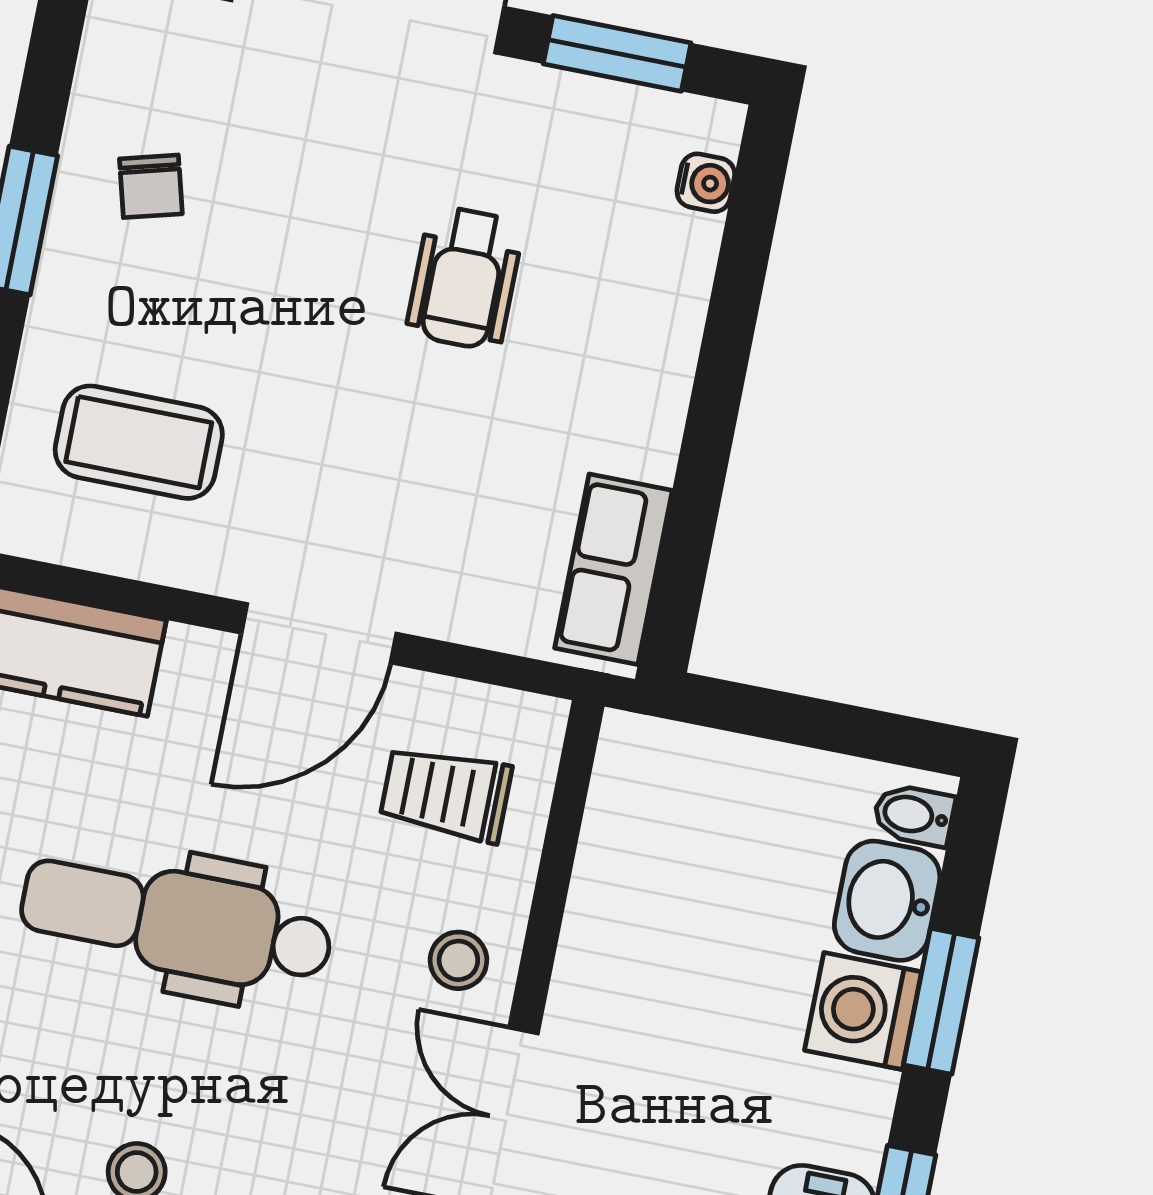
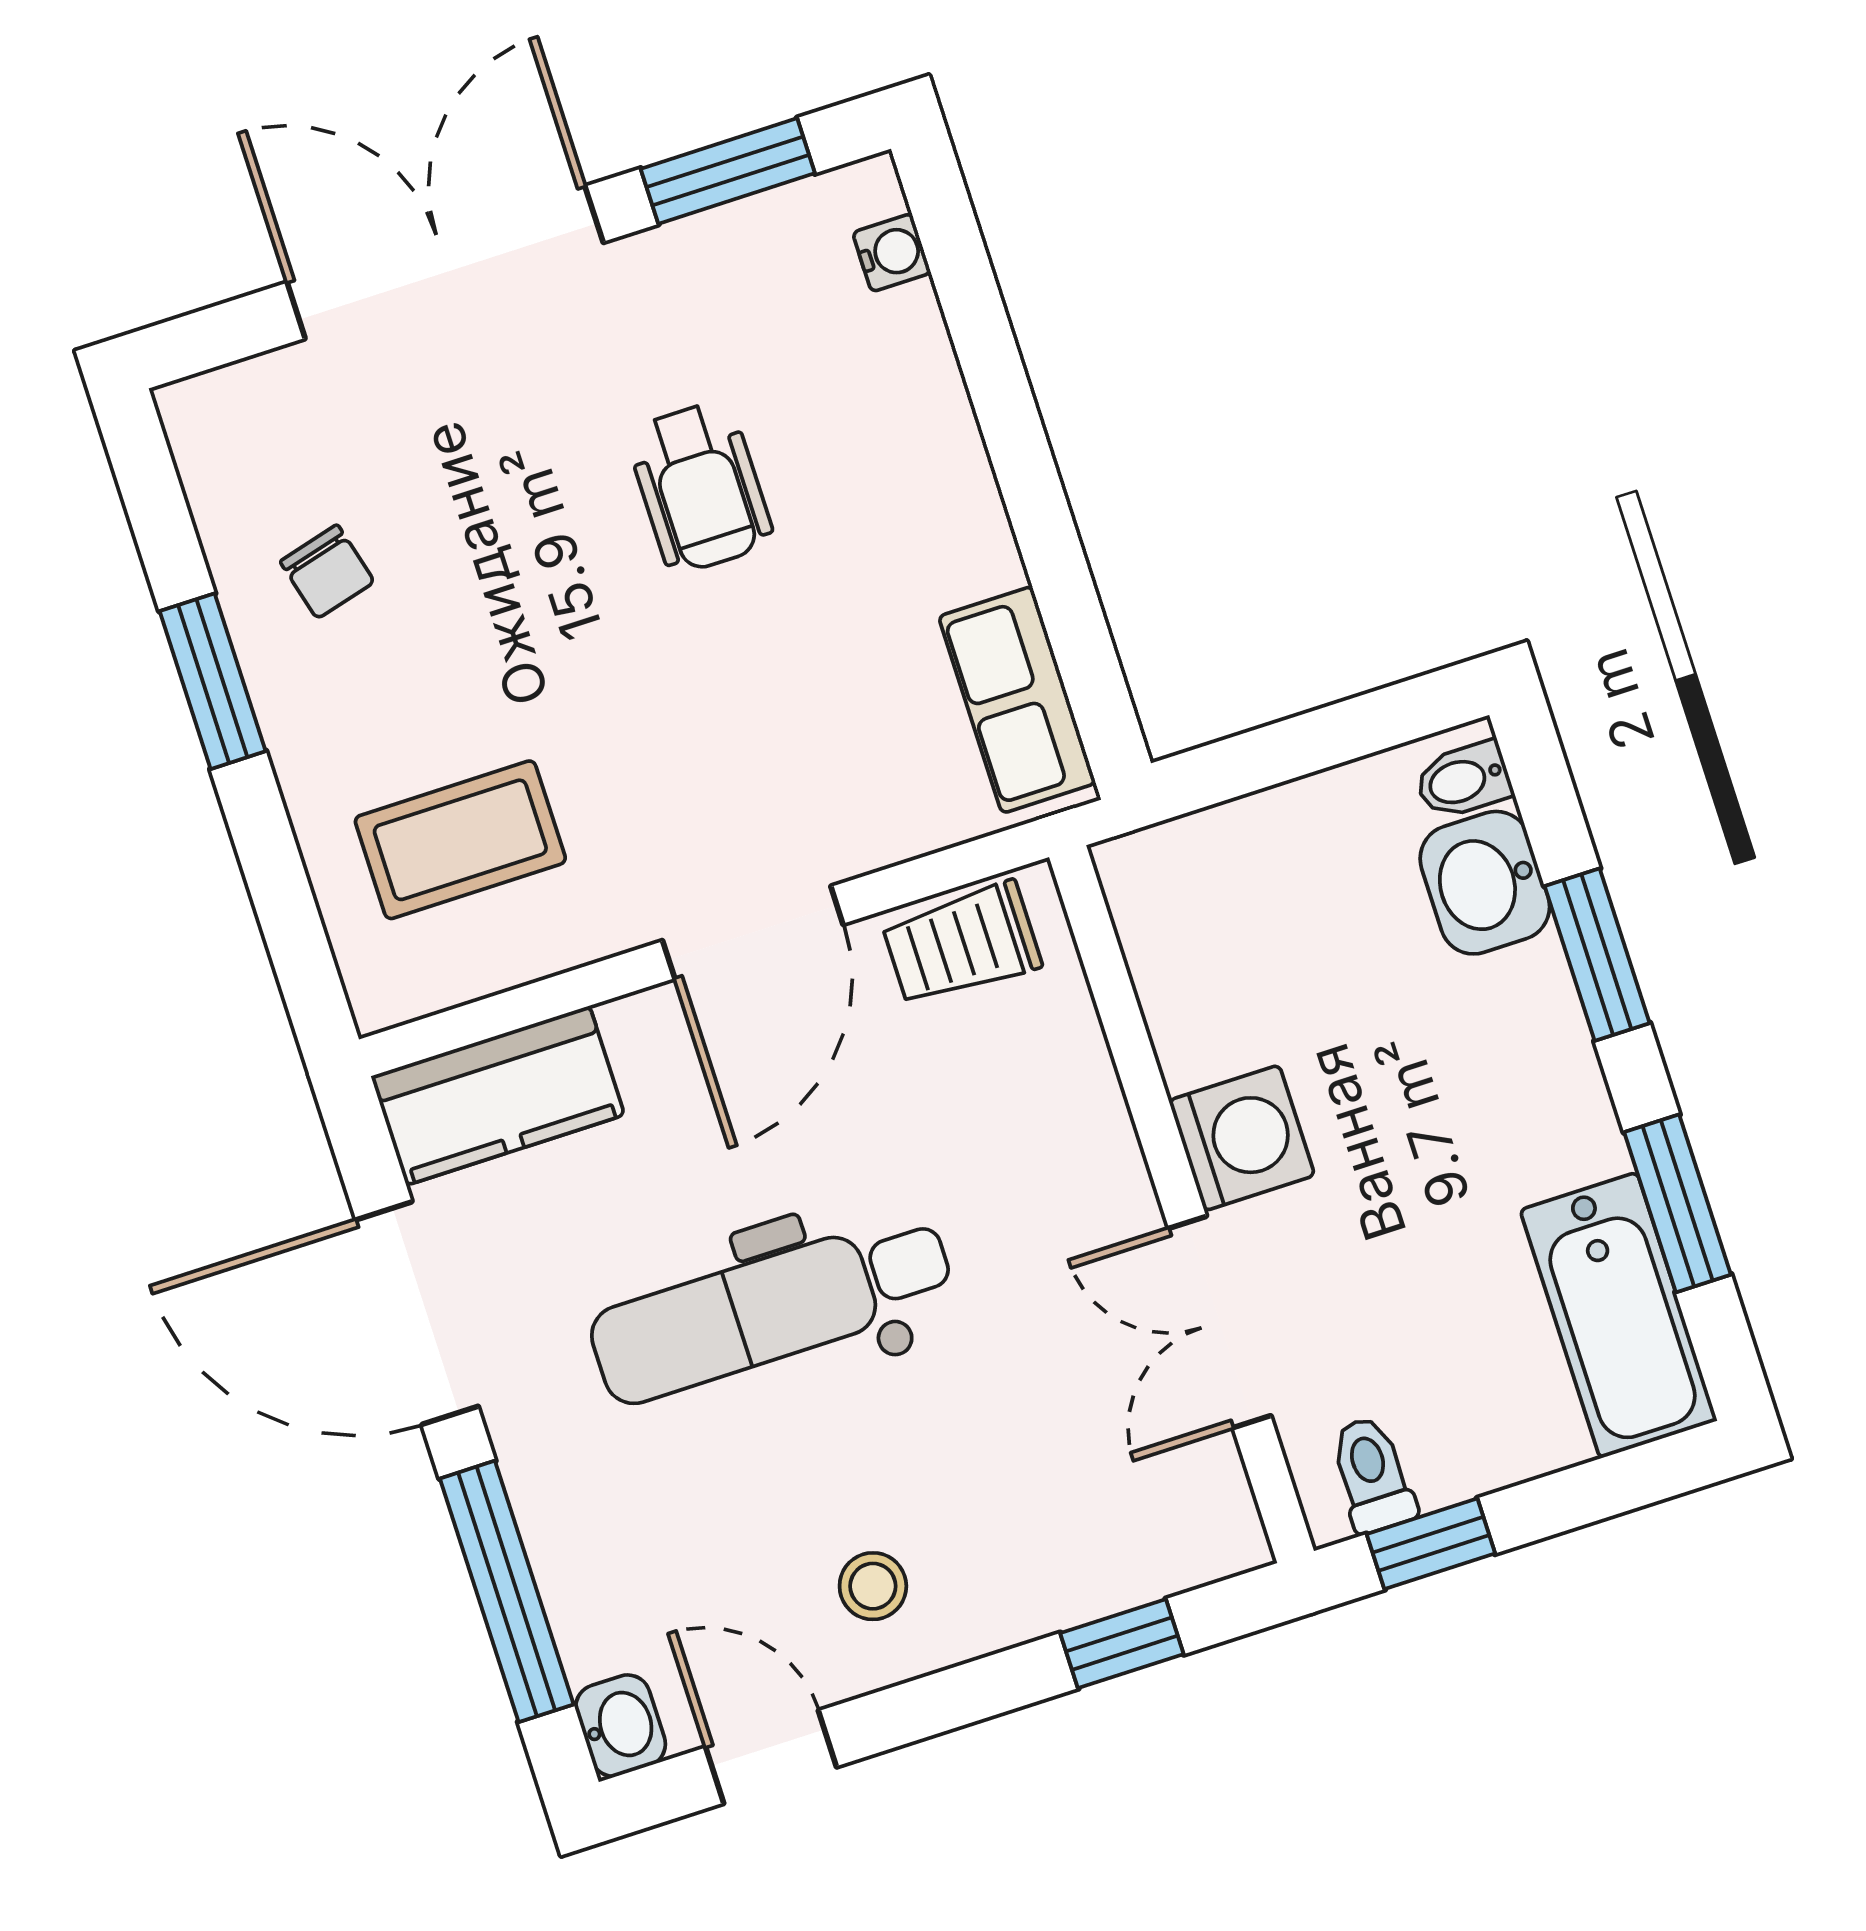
trolley: (446, 794) -> (962, 944), moved
stool: (458, 960) -> (1081, 1187), removed
washing machine: (863, 1011) -> (1242, 1138), moved, turned 180

